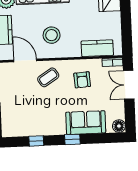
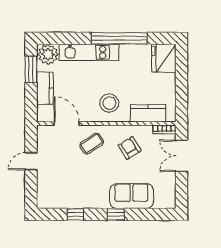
stool: (52, 35) -> (109, 103), moved
armchair: (82, 80) -> (130, 148), turned 152
floor lamp: (119, 126) -> (169, 201), removed

